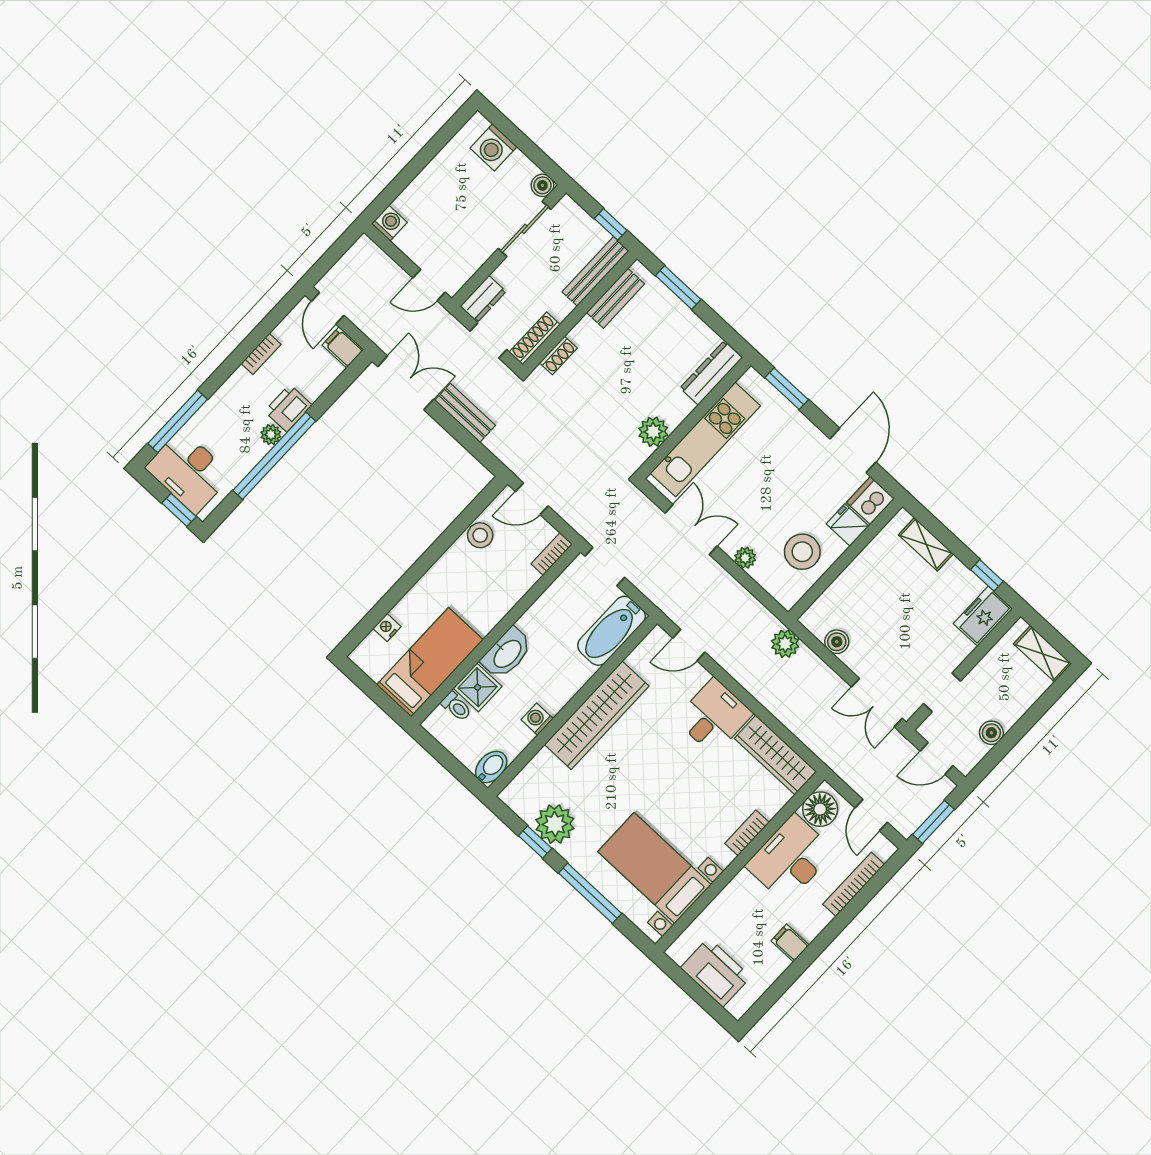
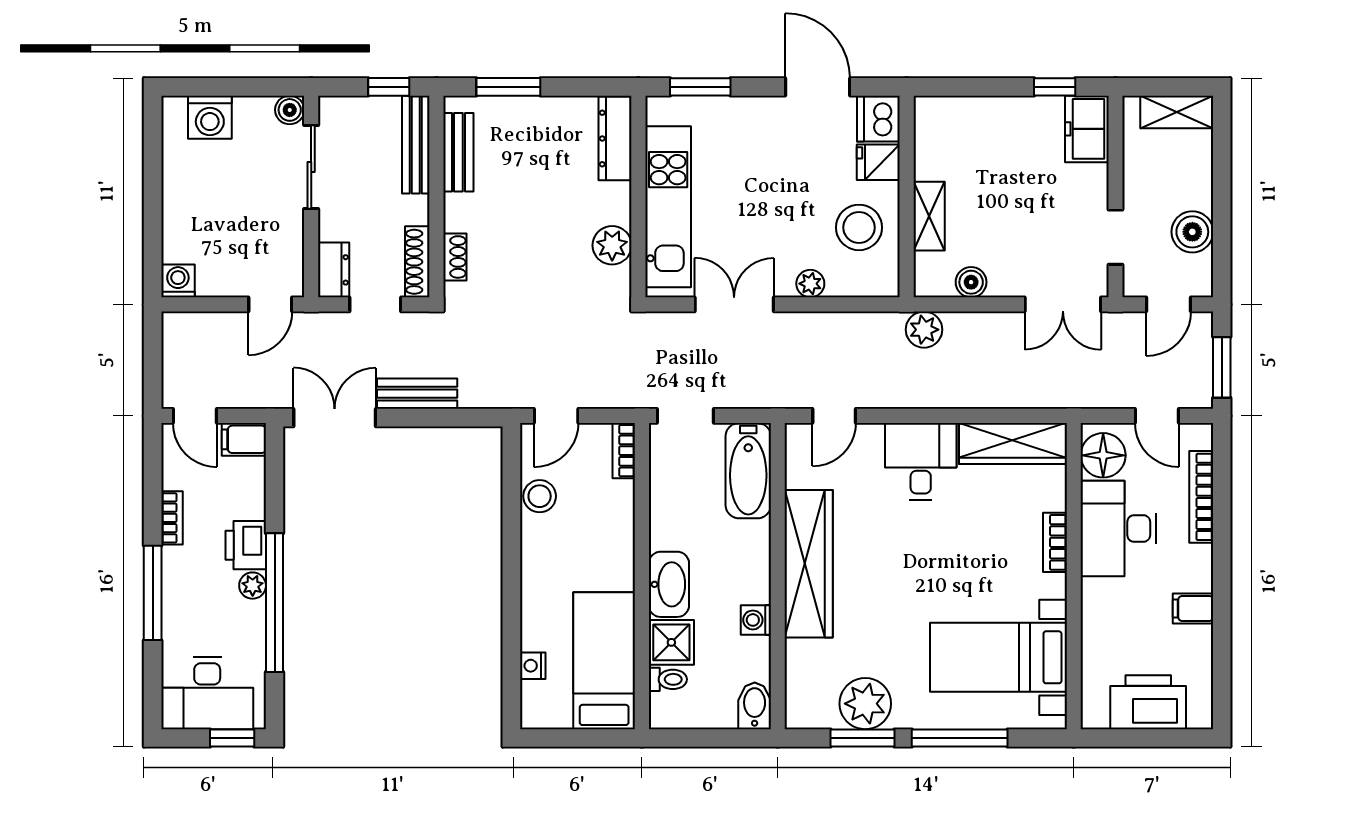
window: (178, 421) -> (153, 593), moved
shelving: (926, 544) -> (929, 216), moved, turned 90
boiler: (991, 733) -> (1192, 232), width x1.36, depth x1.36
window: (535, 842) -> (863, 738), width x1.50

